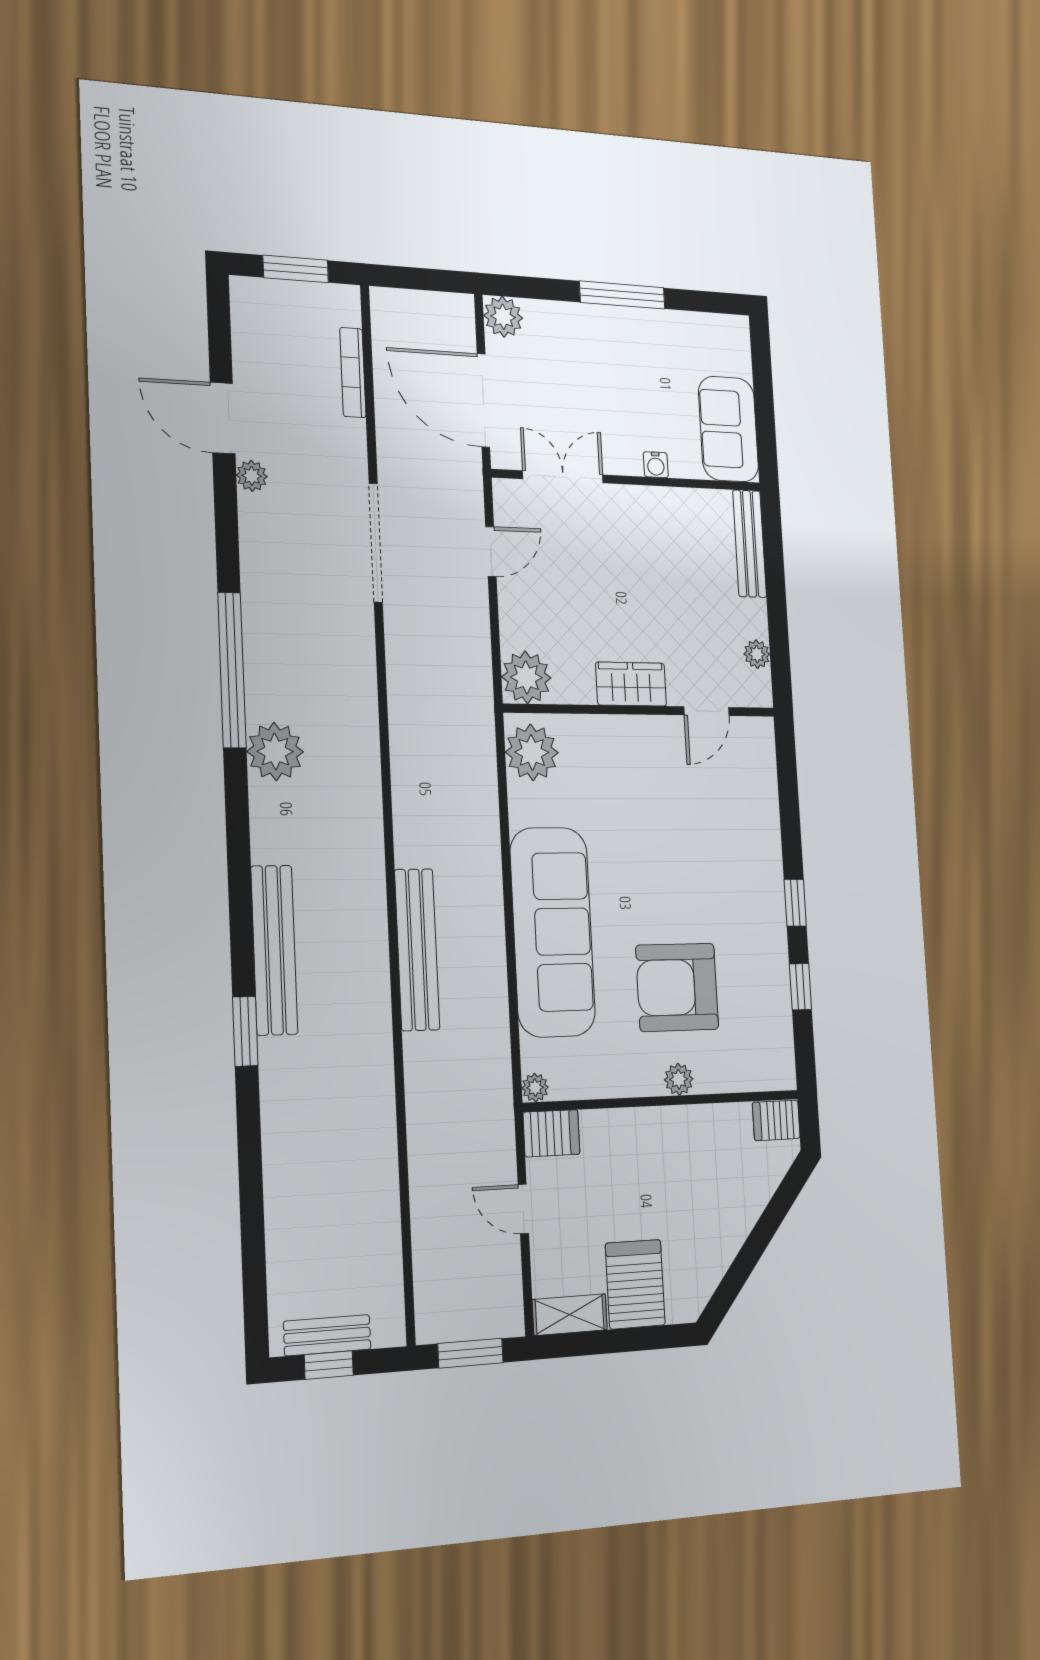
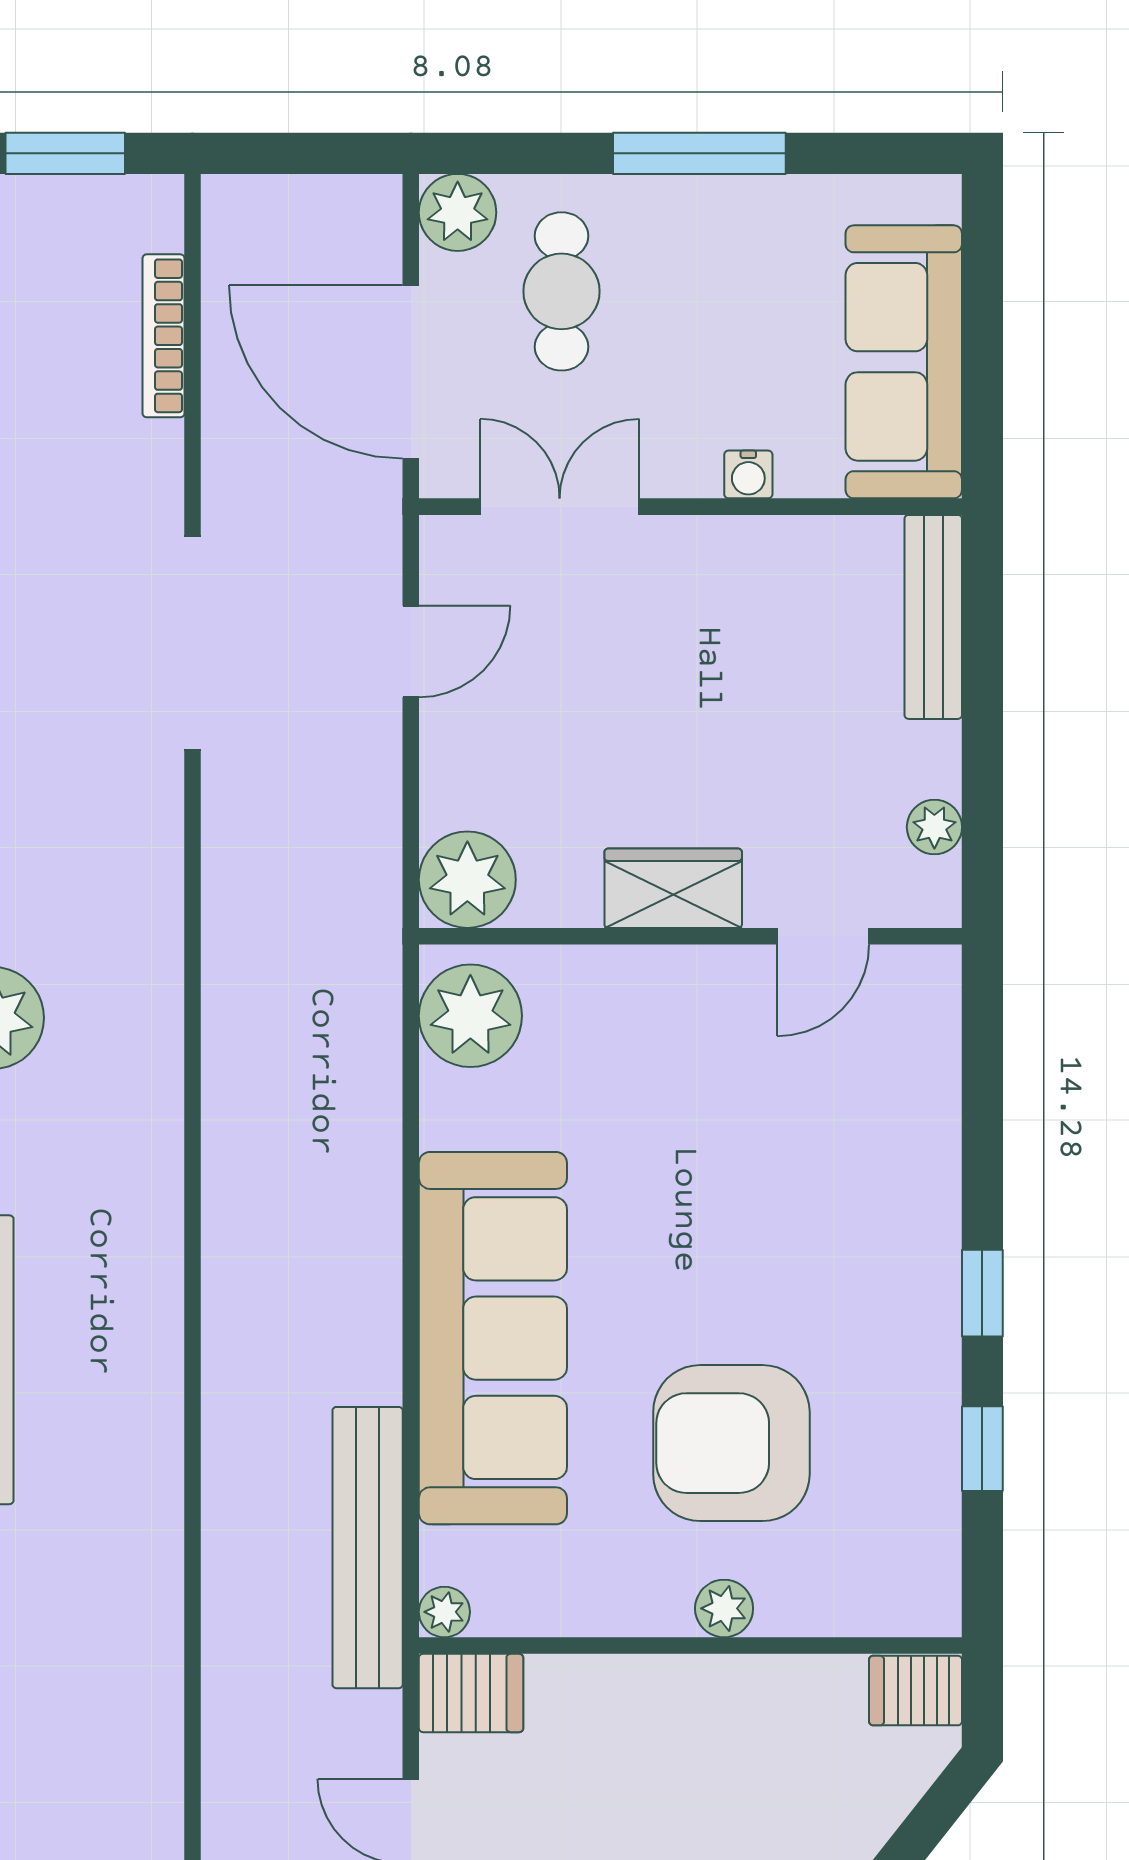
cafe table: (558, 362) -> (561, 291), added
sofa: (729, 429) -> (904, 362), width x1.36
bench: (417, 950) -> (368, 1548), moved

